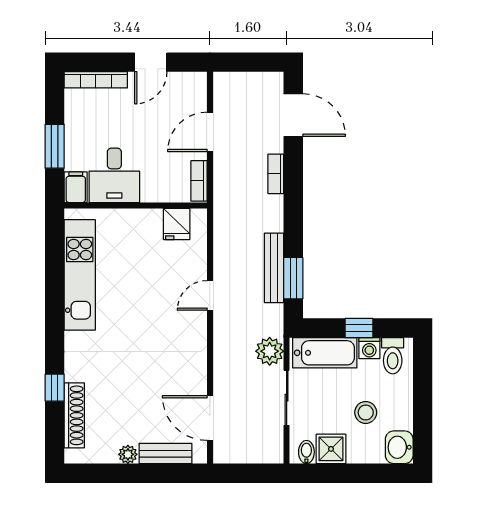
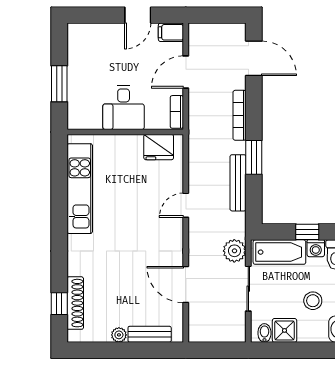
bookcase: (96, 80) -> (93, 30), removed
bookcase: (276, 174) -> (240, 115), width x1.56
desk: (114, 175) -> (124, 107), moved
filing cabinet: (76, 187) -> (171, 32), moved, turned -90
fridge: (177, 224) -> (159, 147), width x1.38
window: (293, 278) -> (254, 157), moved
window: (55, 388) -> (59, 304), moved
door: (210, 418) -> (186, 285), moved

